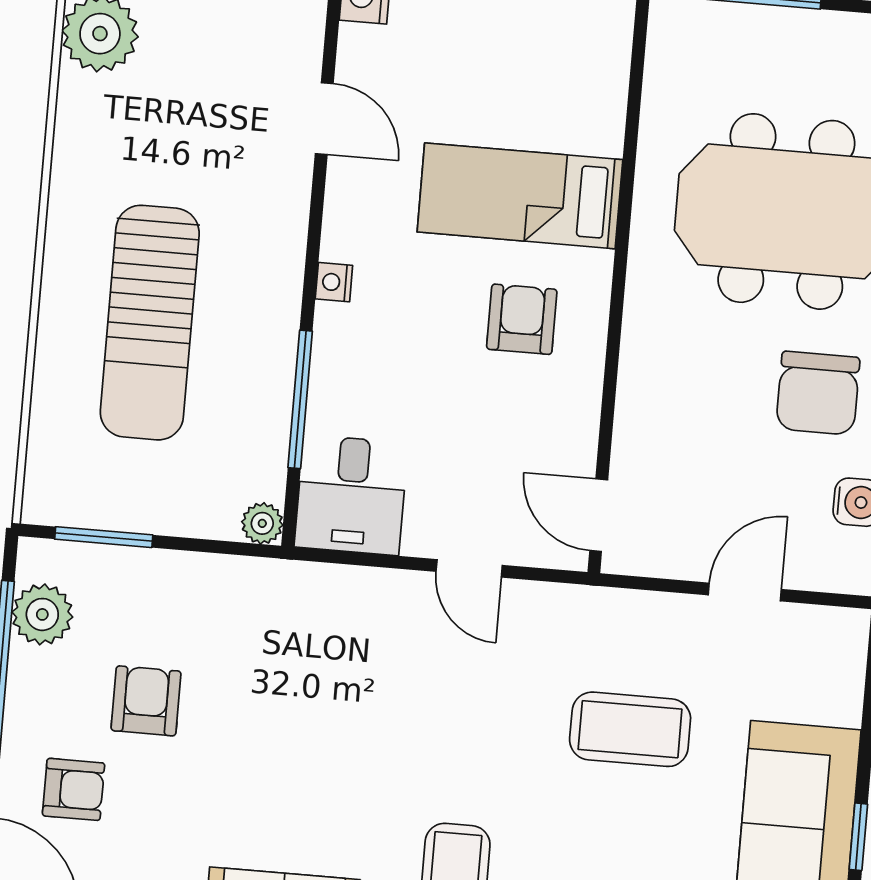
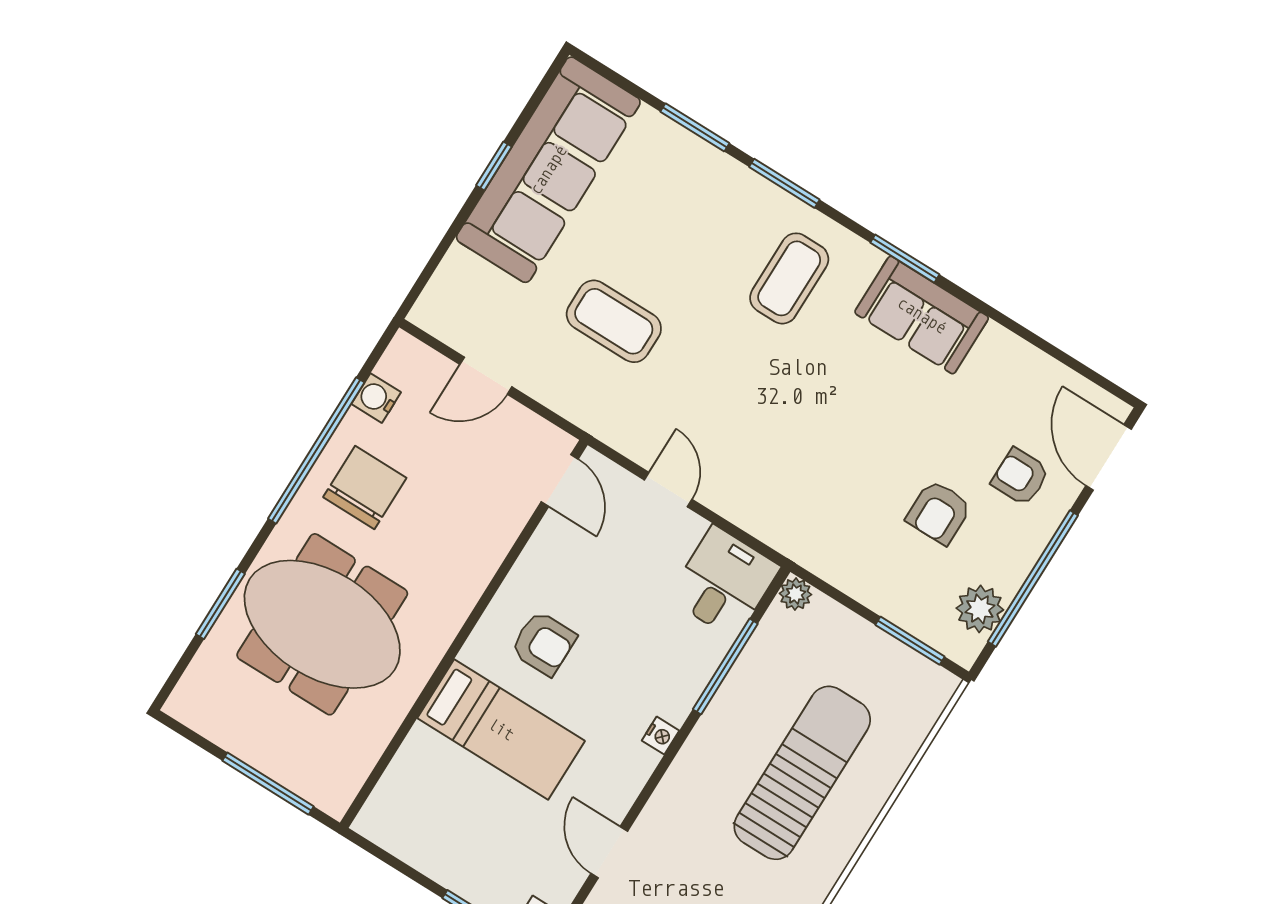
armchair: (522, 319) -> (544, 643), turned -90

